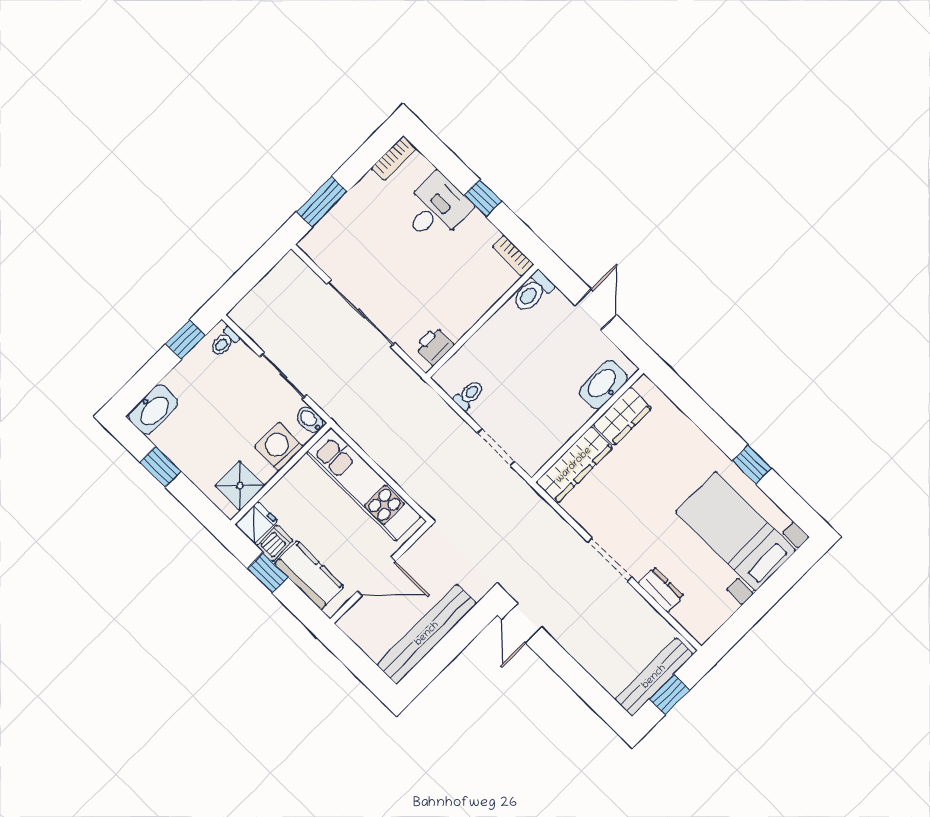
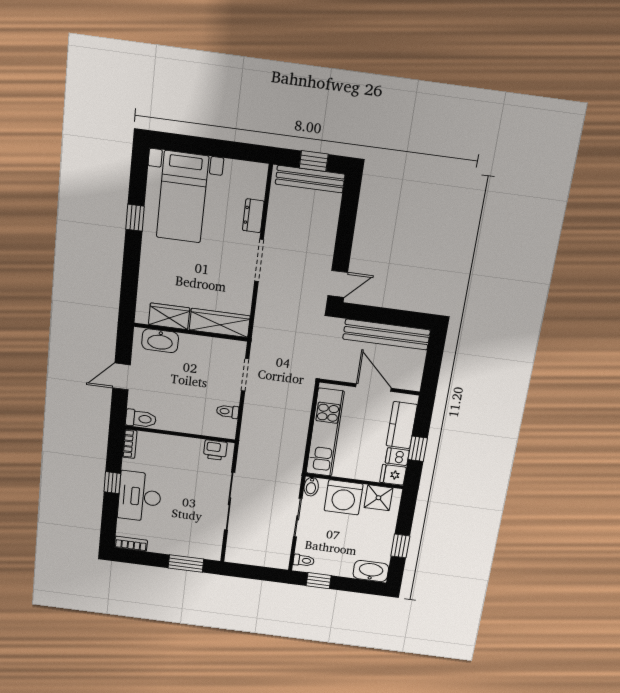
desk: (436, 208) -> (140, 497), width x1.37
washing machine: (279, 447) -> (344, 497), width x1.37, depth x1.37

